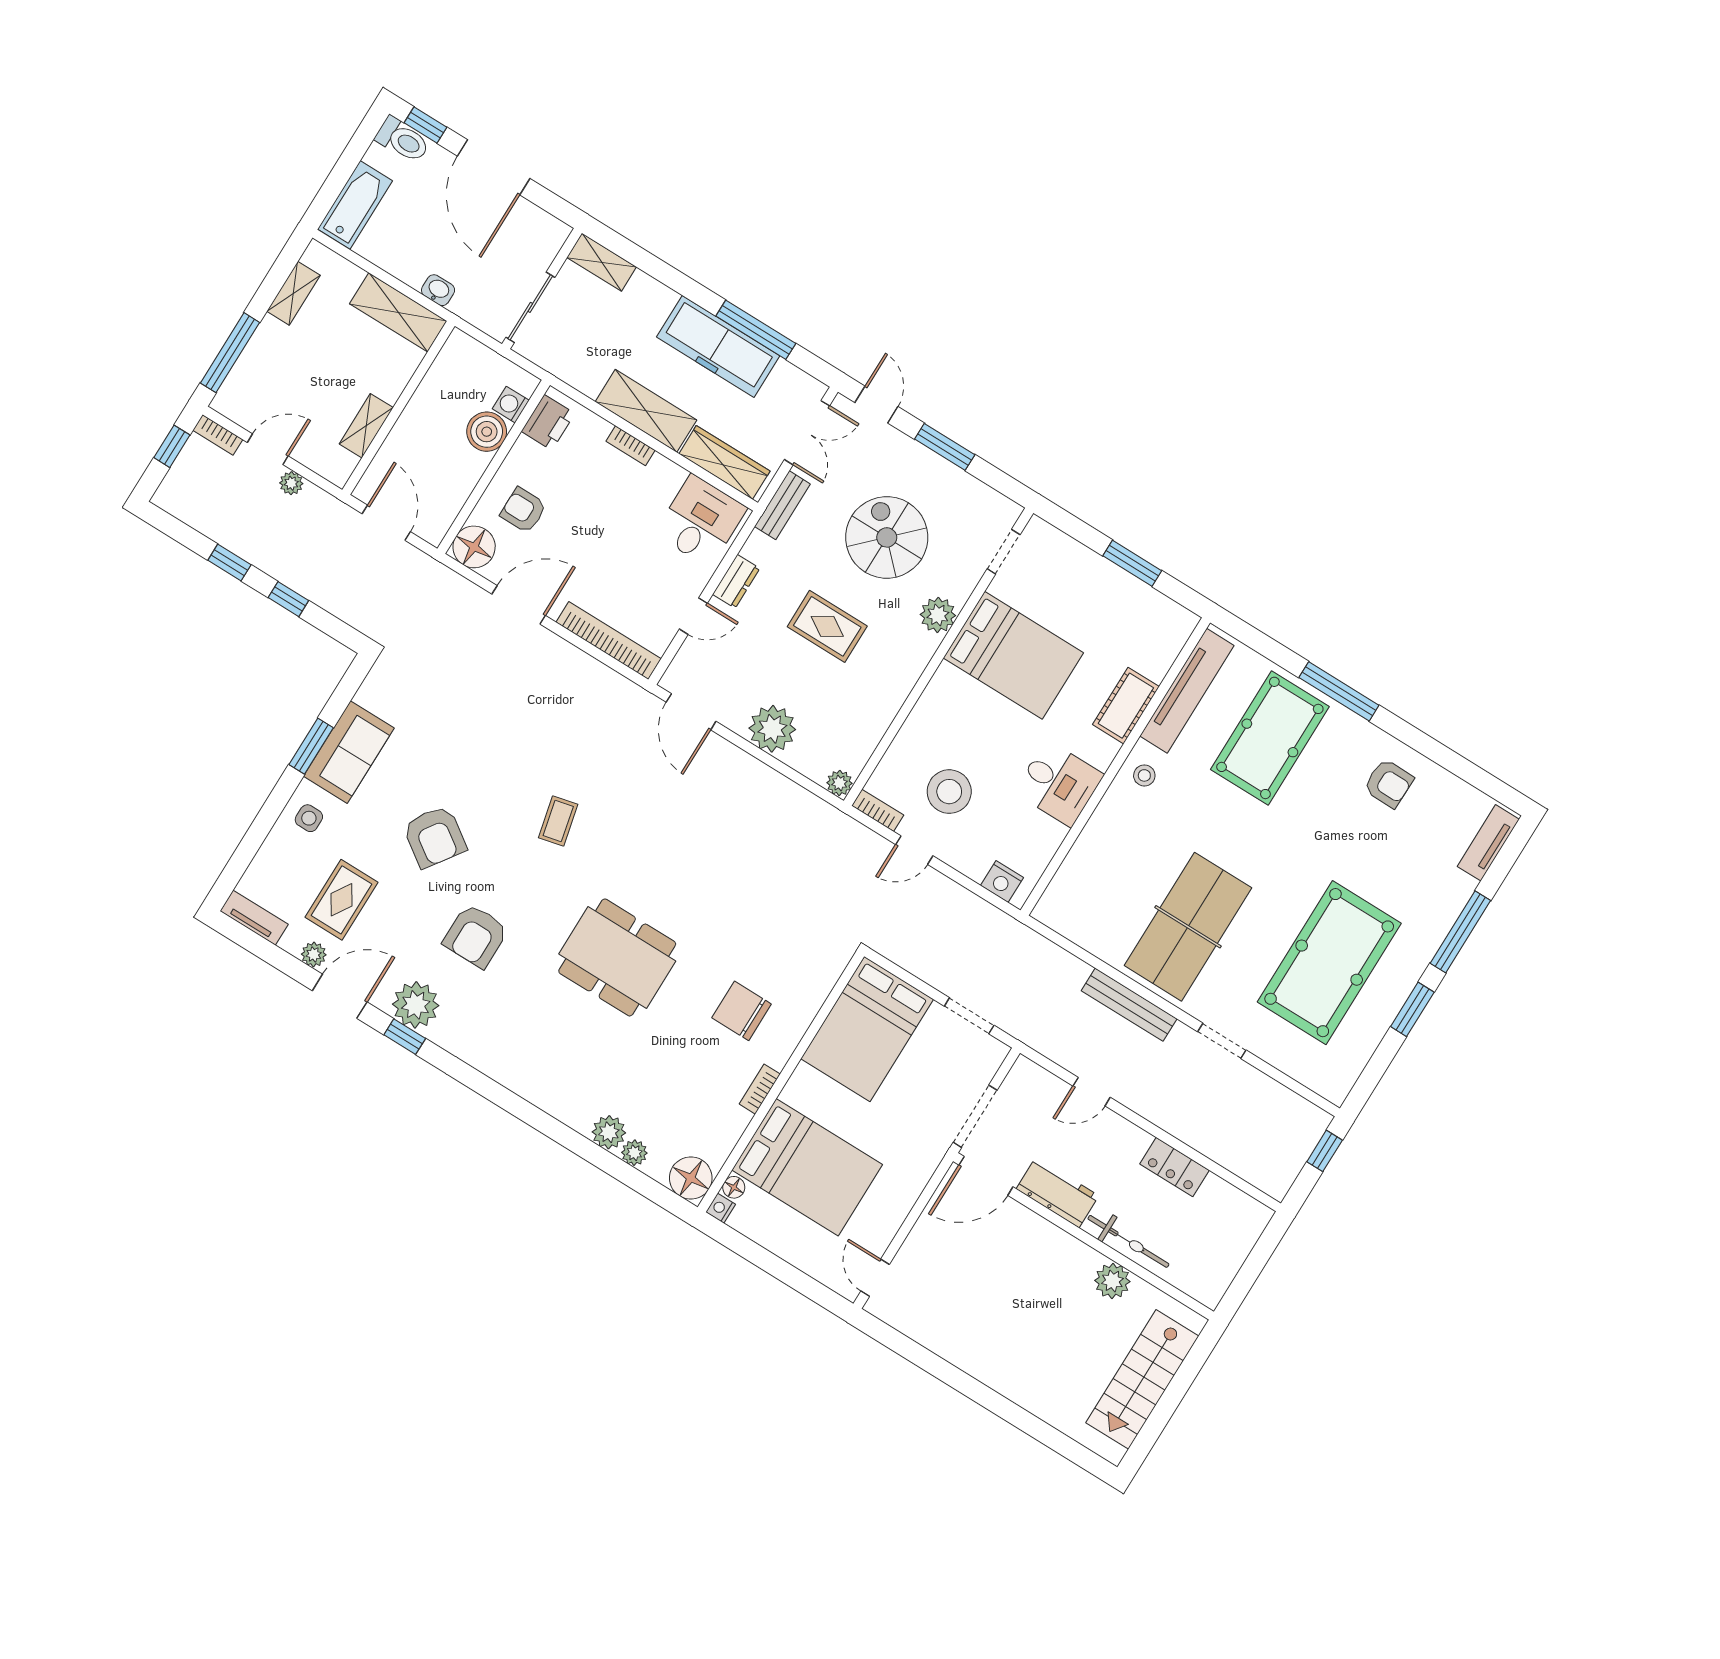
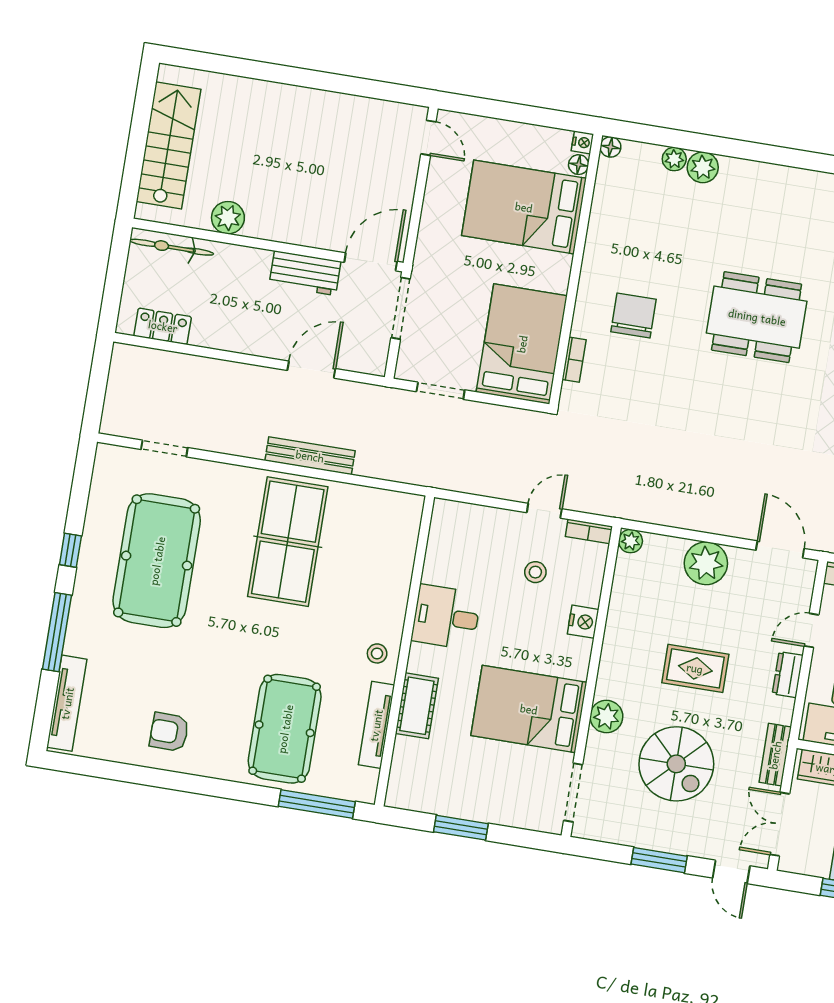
doorway: (1004, 552) -> (573, 793), width x1.38
tv unit: (1187, 691) -> (376, 725), width x0.73, depth x0.78
window: (1339, 691) -> (317, 804), moved
stool: (949, 792) -> (535, 572), width x0.53, depth x0.53
tv unit: (1488, 843) -> (67, 703), width x1.41
nightstand: (1002, 882) -> (583, 622), moved, turned 90
window: (1412, 1009) -> (70, 550), width x0.67
chair: (742, 1011) -> (634, 316), turned -90
doorway: (1222, 1041) -> (164, 448), moved
bookcase: (760, 1089) -> (574, 360), moved
door: (1092, 1092) -> (311, 370), width x1.38
window: (1325, 1151) -> (95, 401), removed
locker: (1175, 1167) -> (163, 326), moved
floor lamp: (691, 1178) -> (611, 147), width x0.53, depth x0.53
bicycle: (1128, 1241) -> (172, 247), moved

